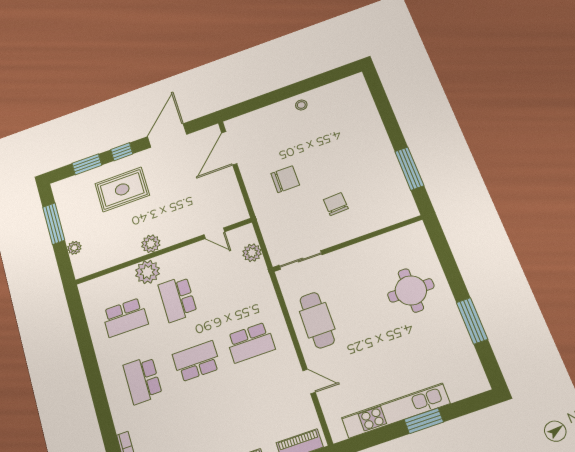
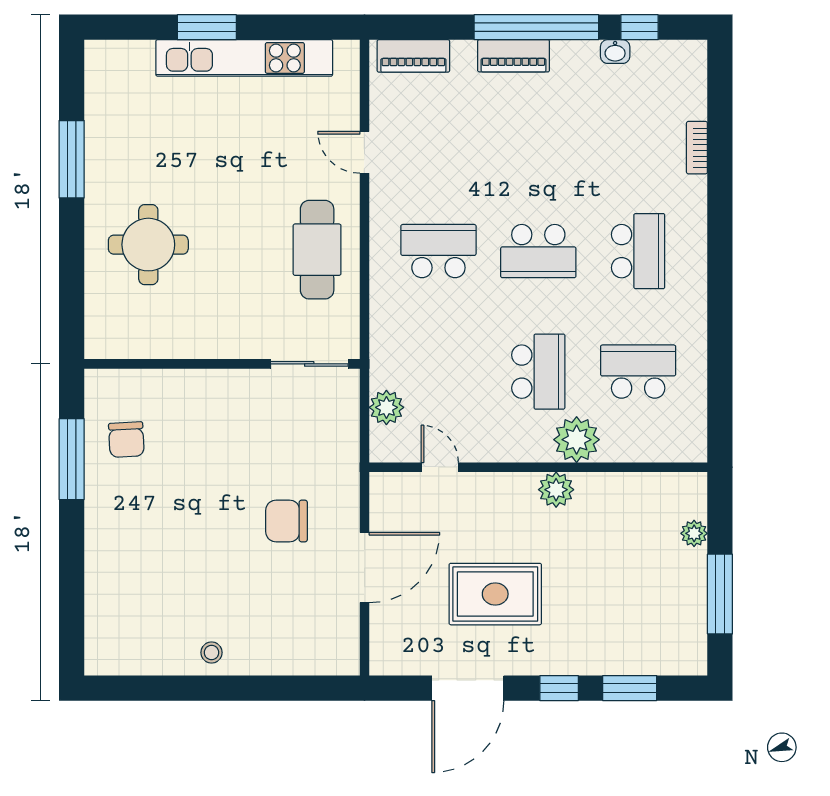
door: (229, 148) -> (364, 568), moved
rug: (122, 189) -> (495, 594), moved
chair: (336, 204) -> (126, 440), moved

